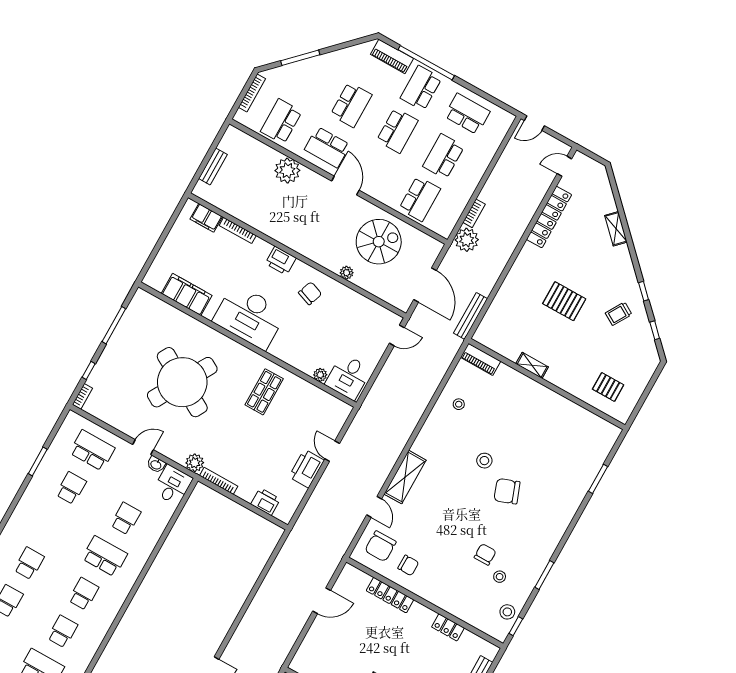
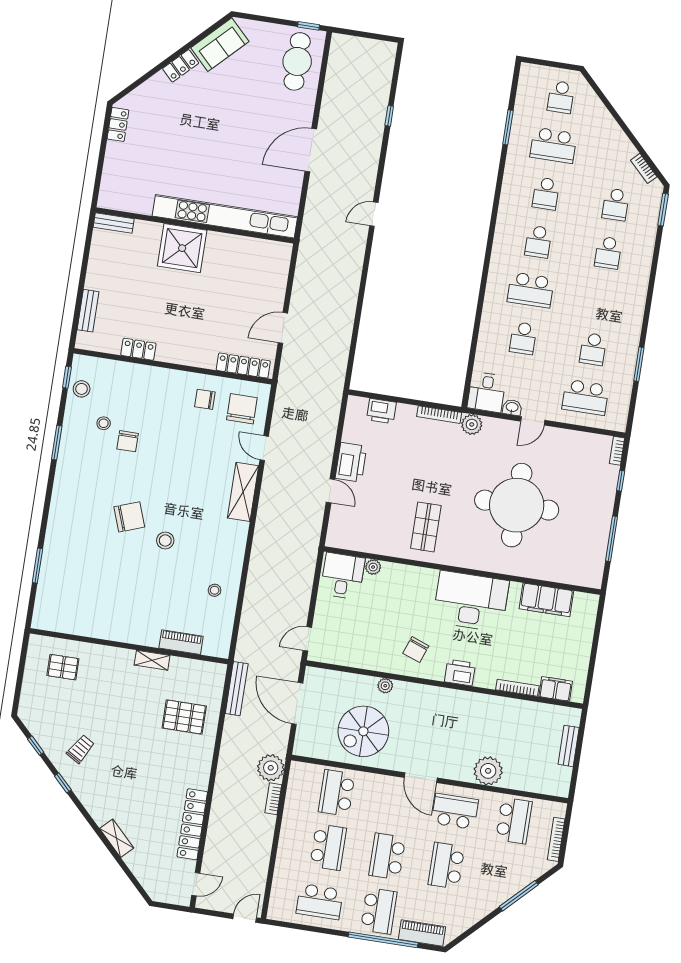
pallet: (564, 301) -> (184, 717), moved
piano: (481, 359) -> (181, 642), moved
round table: (182, 382) -> (517, 505), turned -30
locker: (390, 595) -> (243, 366), moved

